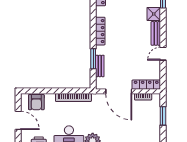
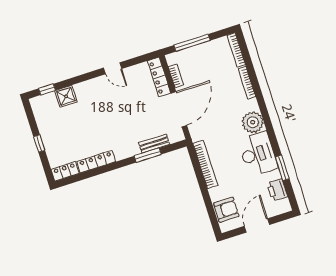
locker: (100, 31) -> (96, 162), moved
bench: (156, 33) -> (90, 86), removed
window: (163, 116) -> (192, 43), width x1.44

